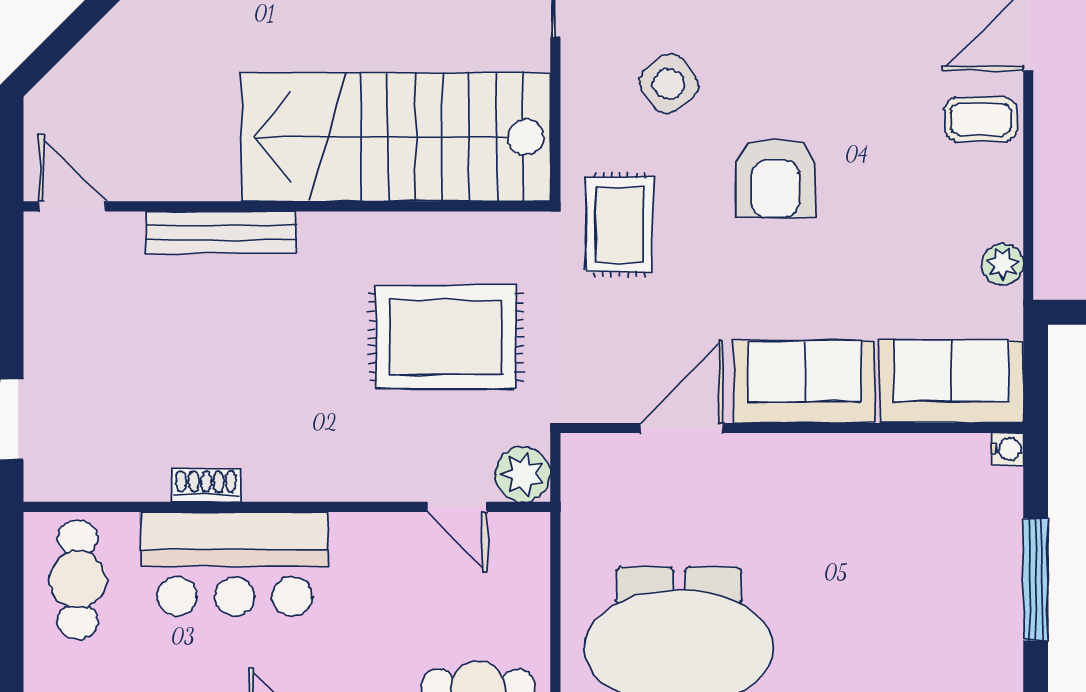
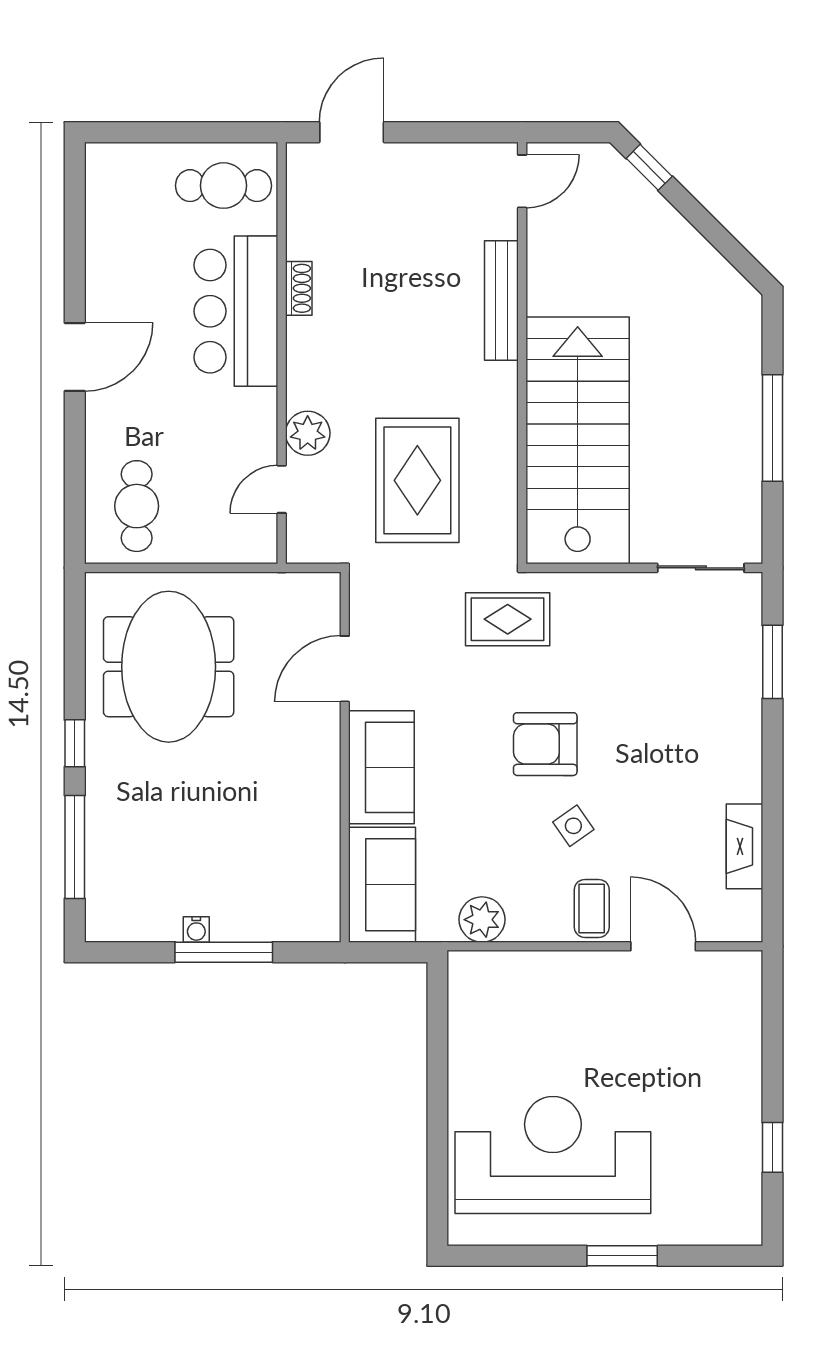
window: (55, 48) -> (649, 167), added
side table: (669, 84) -> (573, 826), moved, width x0.73, depth x0.73
plant: (1003, 264) -> (482, 920), width x1.38, depth x1.38
door: (682, 428) -> (345, 669), swing flipped
water cooler: (1007, 449) -> (196, 929), moved
plant: (523, 474) -> (308, 433), moved

